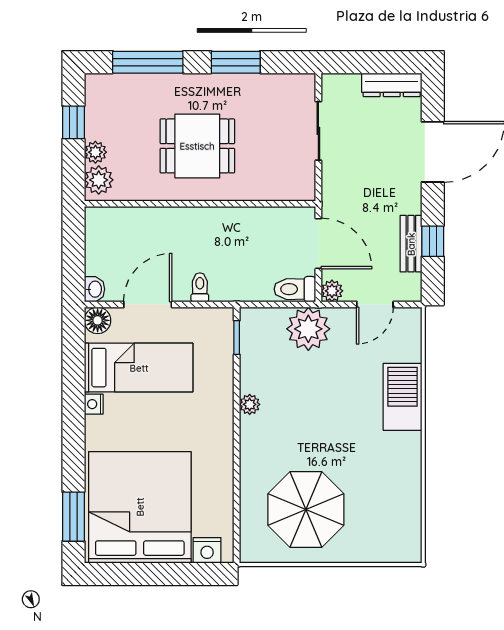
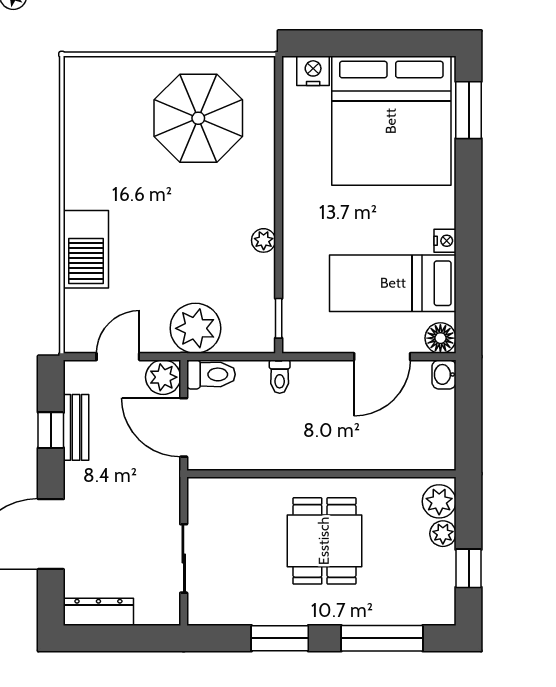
dining table: (197, 146) -> (324, 541), turned 90
toilet: (200, 287) -> (280, 377), moved
plant: (332, 291) -> (163, 377), width x1.38, depth x1.38

